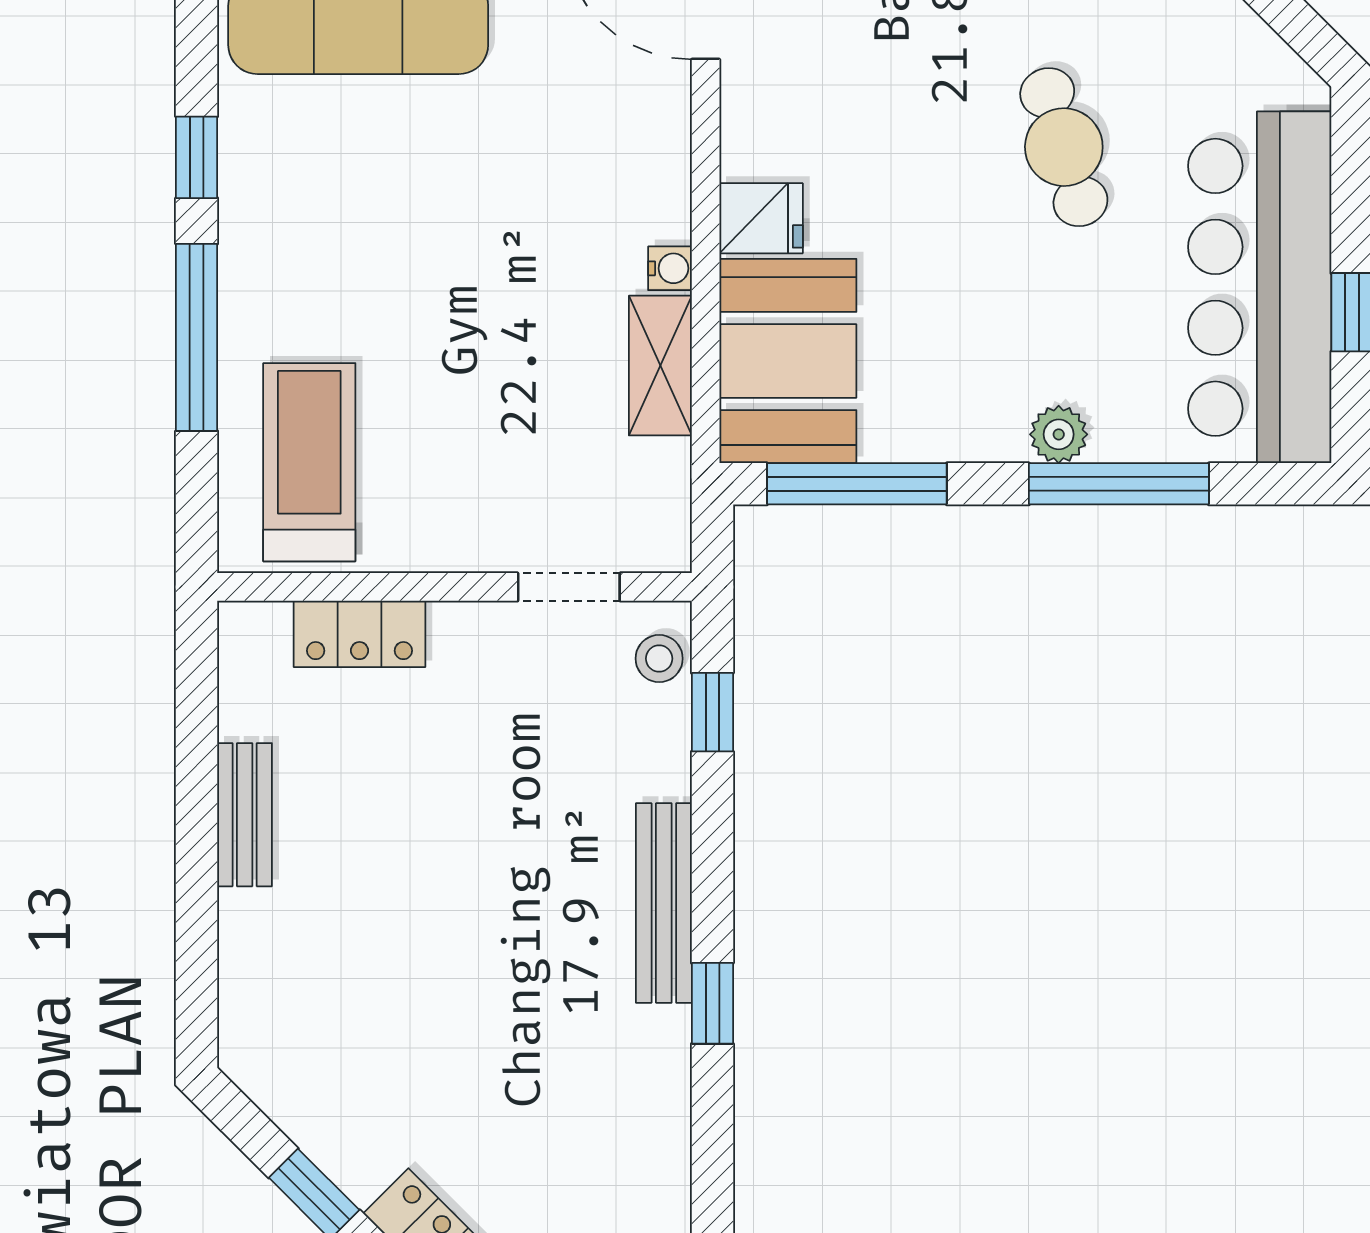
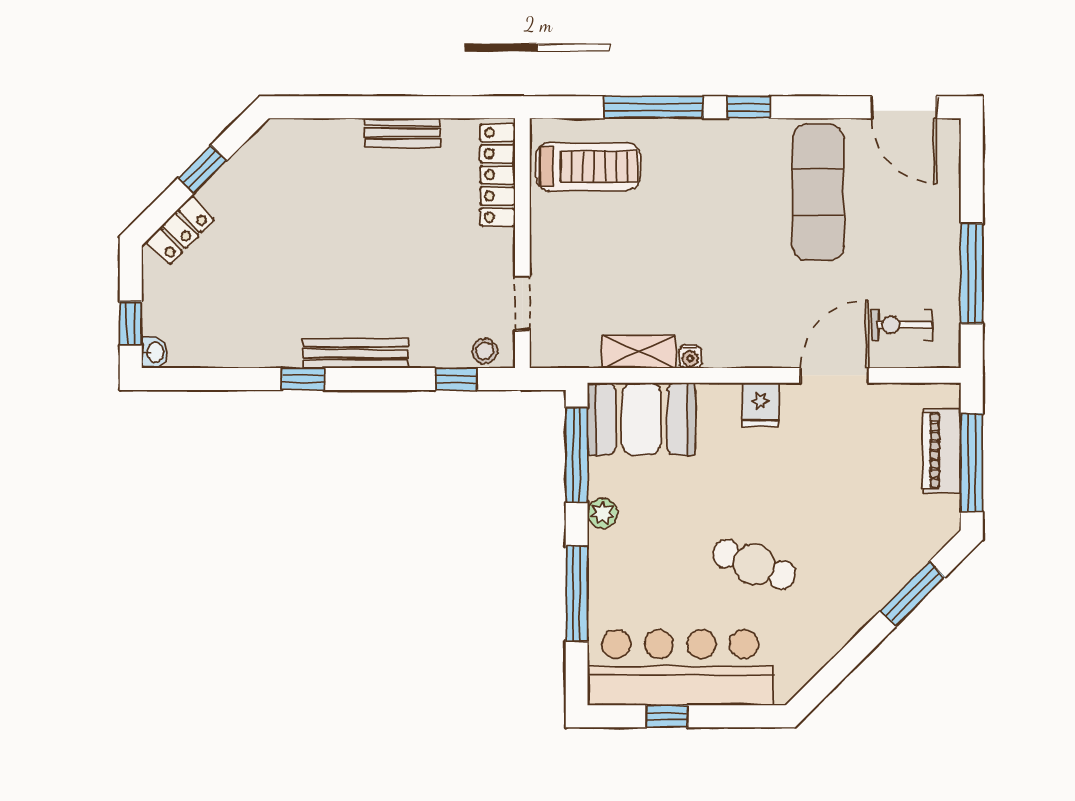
cafe table: (1064, 147) -> (754, 564), turned 38
fridge: (761, 218) -> (761, 405), moved
plant: (1059, 434) -> (603, 513), moved
locker: (360, 634) -> (497, 175), width x1.53

